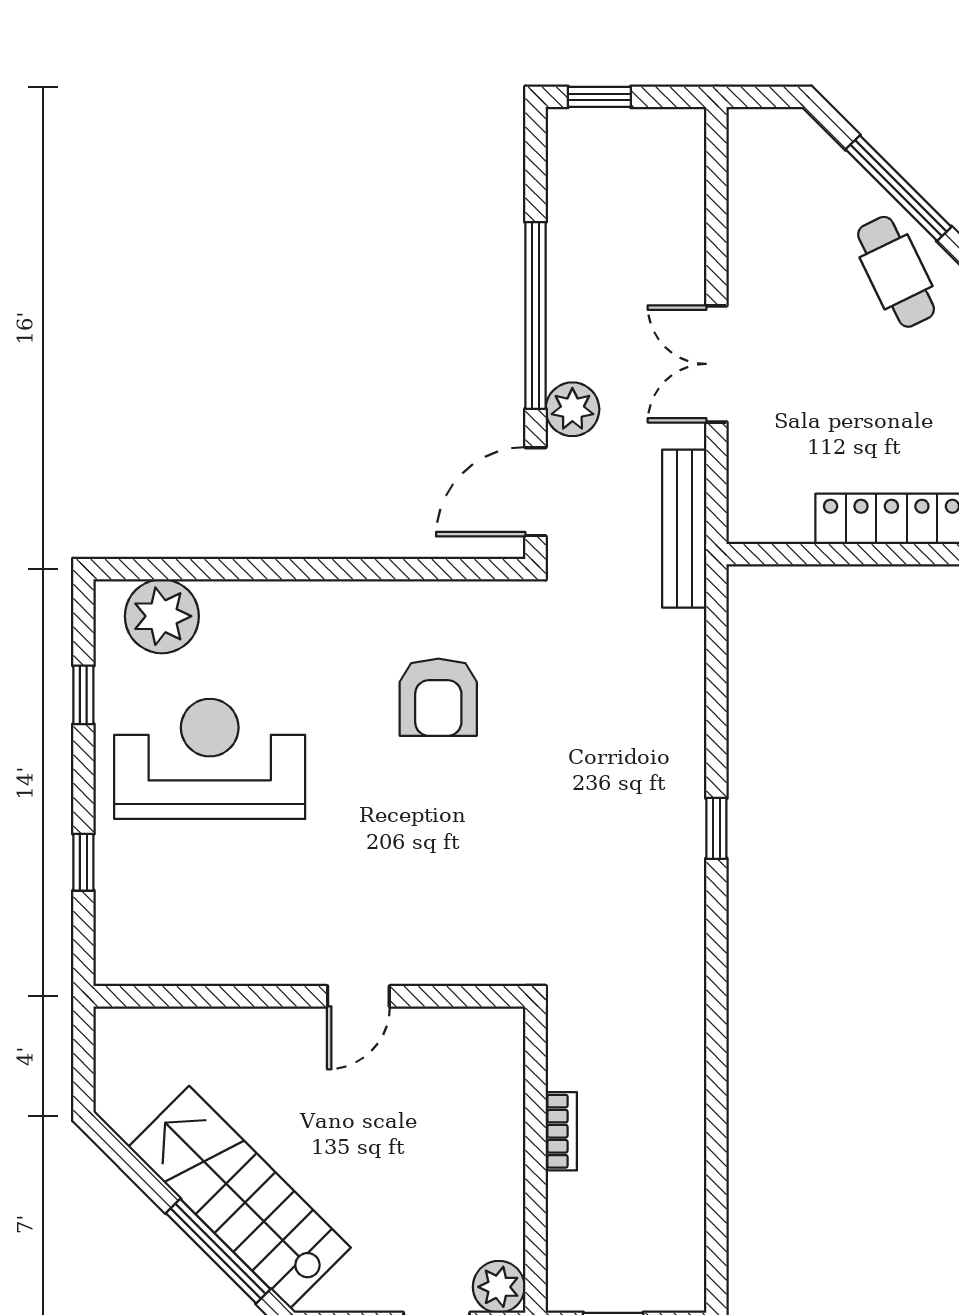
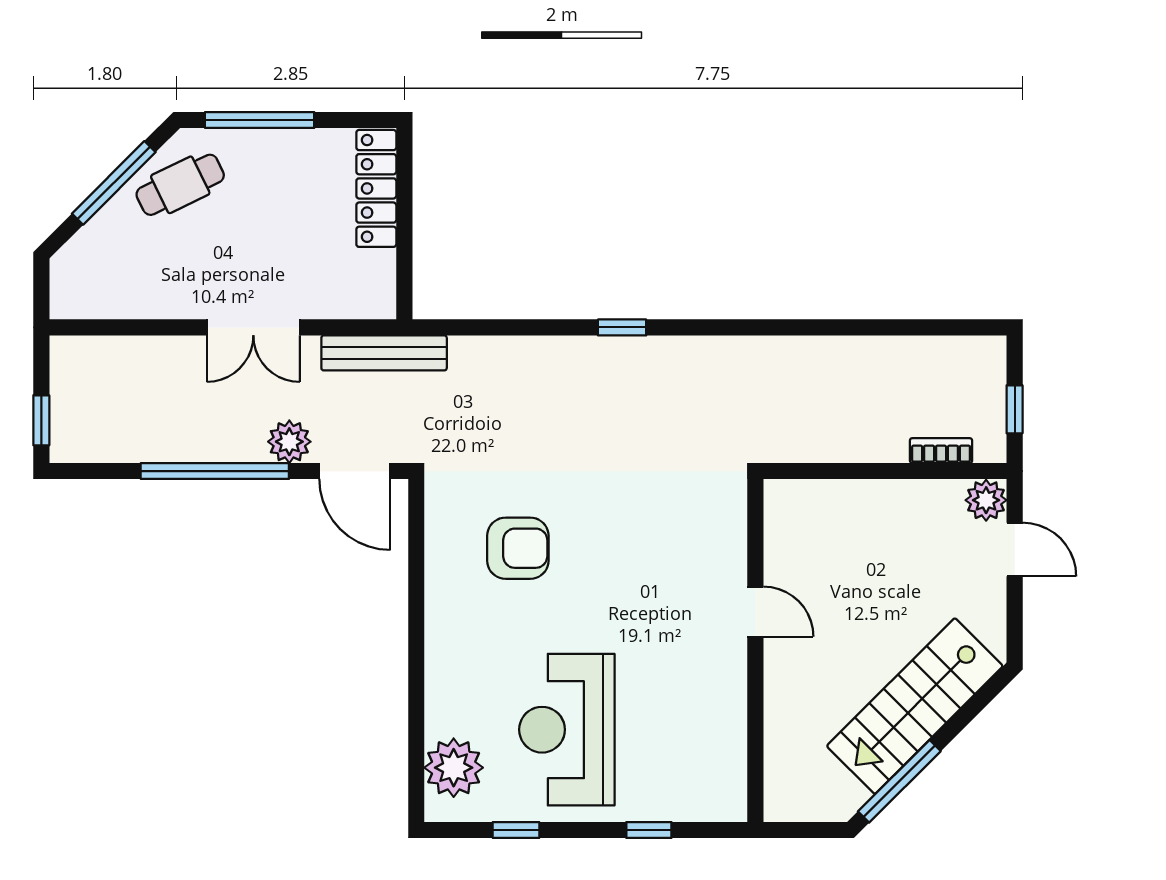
bookcase: (561, 1131) -> (941, 451), moved
window: (218, 1251) -> (899, 781), moved

